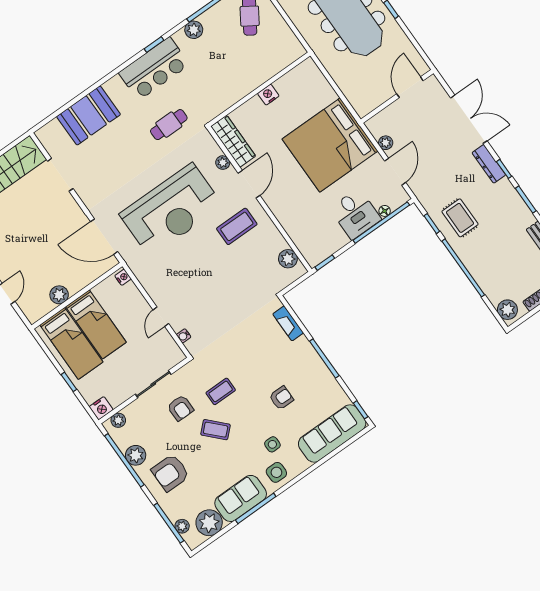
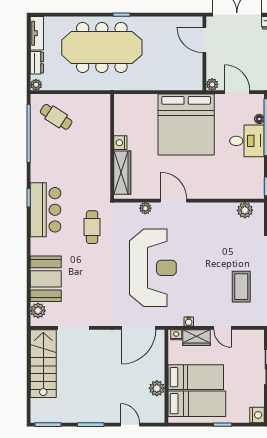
plant: (194, 30) -> (38, 311), moved
door: (410, 87) -> (204, 40), moved
wall: (397, 96) -> (204, 53), moved
wardrobe: (233, 141) -> (122, 173), moved, turned 90
coffee table: (237, 226) -> (241, 287), moved
wardrobe: (134, 298) -> (196, 338), added
water cooler: (184, 336) -> (189, 321), moved

